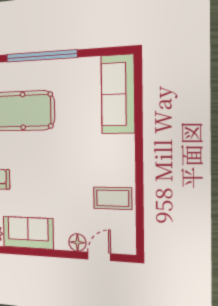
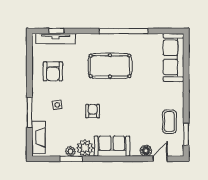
coffee table: (113, 198) -> (169, 122), turned 90
window: (140, 220) -> (186, 134), added

